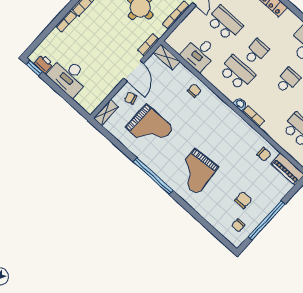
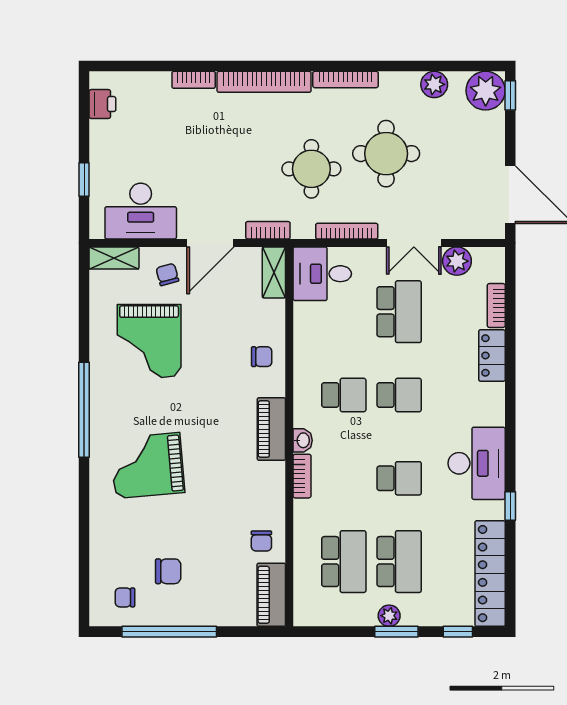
desk: (199, 53) -> (322, 274), moved
window: (34, 68) -> (84, 179), moved
school desk: (237, 73) -> (344, 395), width x0.54
desk: (69, 76) -> (141, 211), moved, turned -90
piano: (225, 112) -> (271, 429), added

